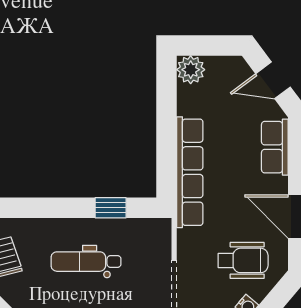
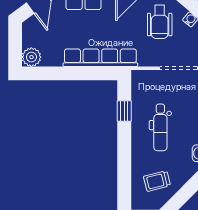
wheelchair: (243, 260) -> (160, 22), turned 180

